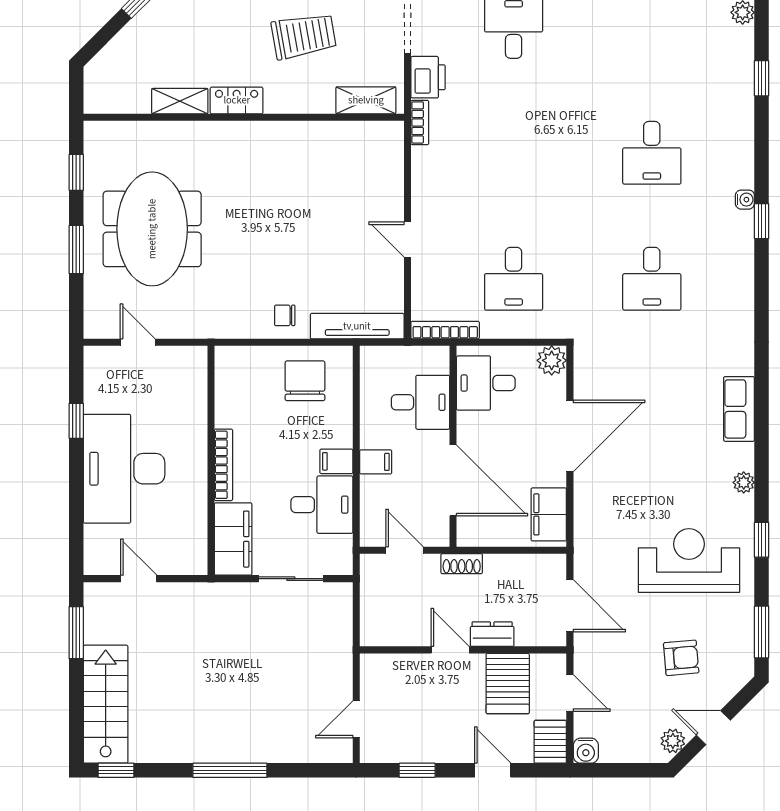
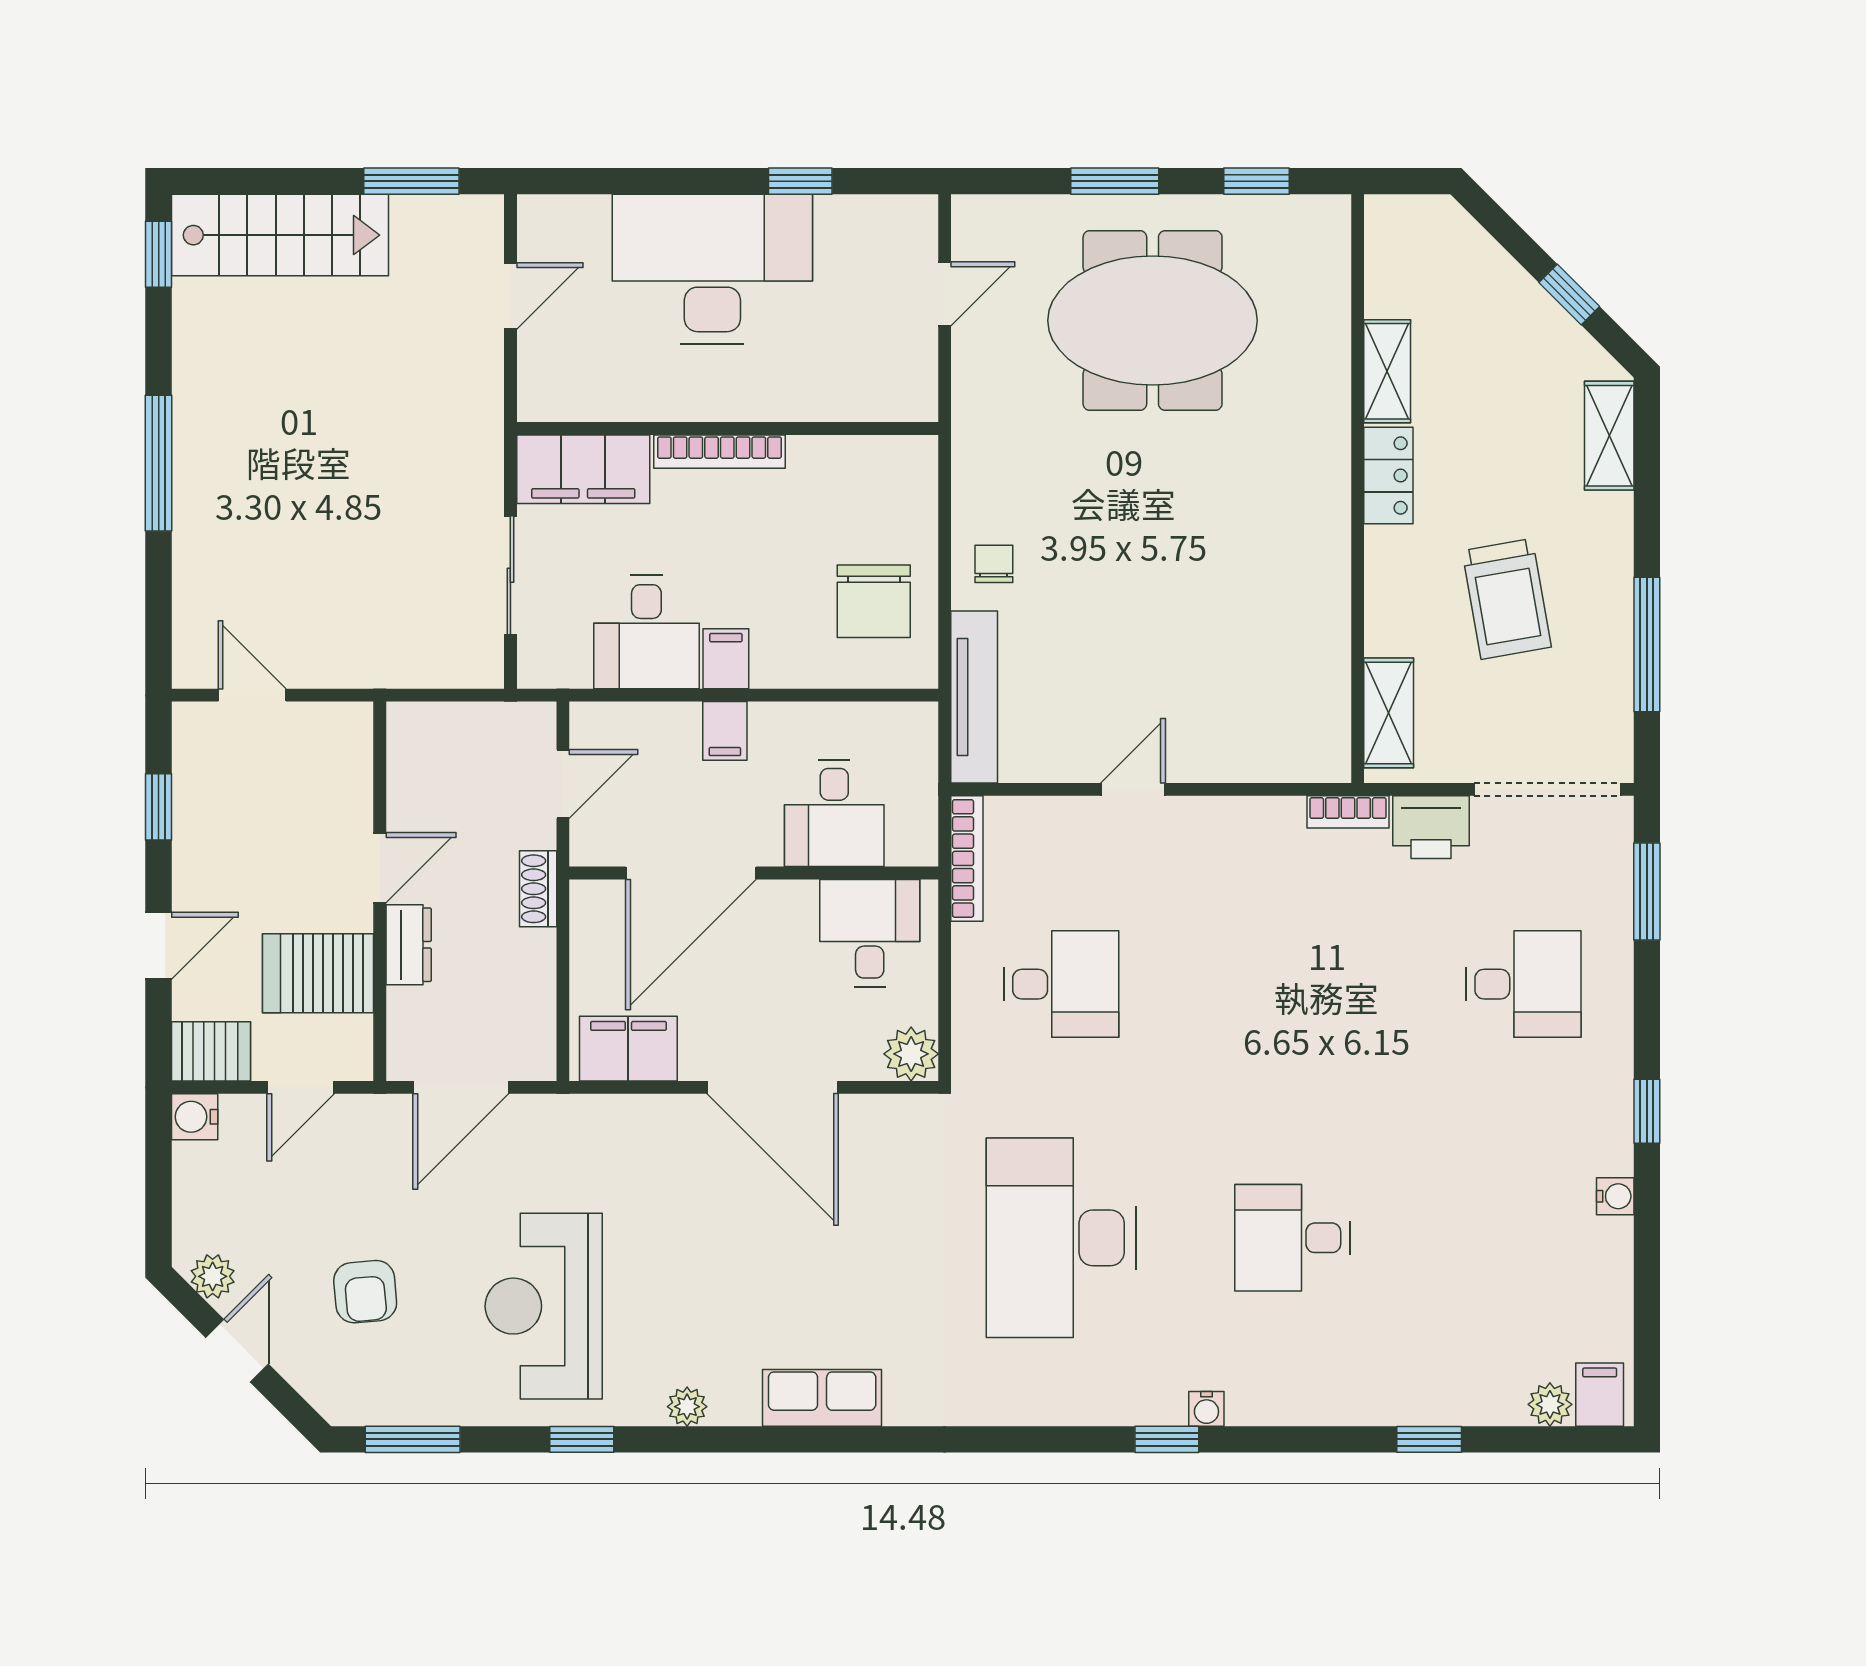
desk: (514, 279) -> (1061, 984), turned 180
desk: (652, 279) -> (1061, 1238), width x1.87, depth x1.30
chair: (305, 381) -> (874, 601), turned 90
reception desk: (689, 561) -> (544, 1306), turned 180

